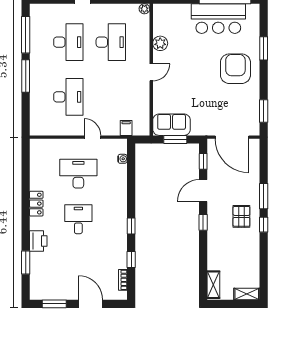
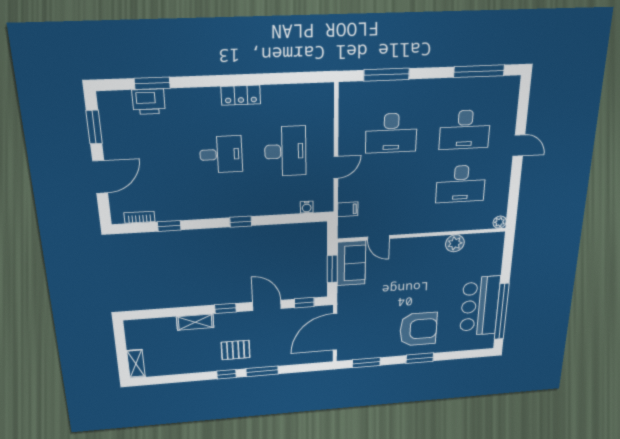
window: (264, 48) -> (420, 358), moved
door: (151, 72) -> (378, 238), moved
window: (26, 76) -> (387, 75), moved
window: (131, 226) -> (241, 222), moved
printer: (38, 241) -> (149, 102), moved
shelving: (213, 285) -> (195, 322), moved

